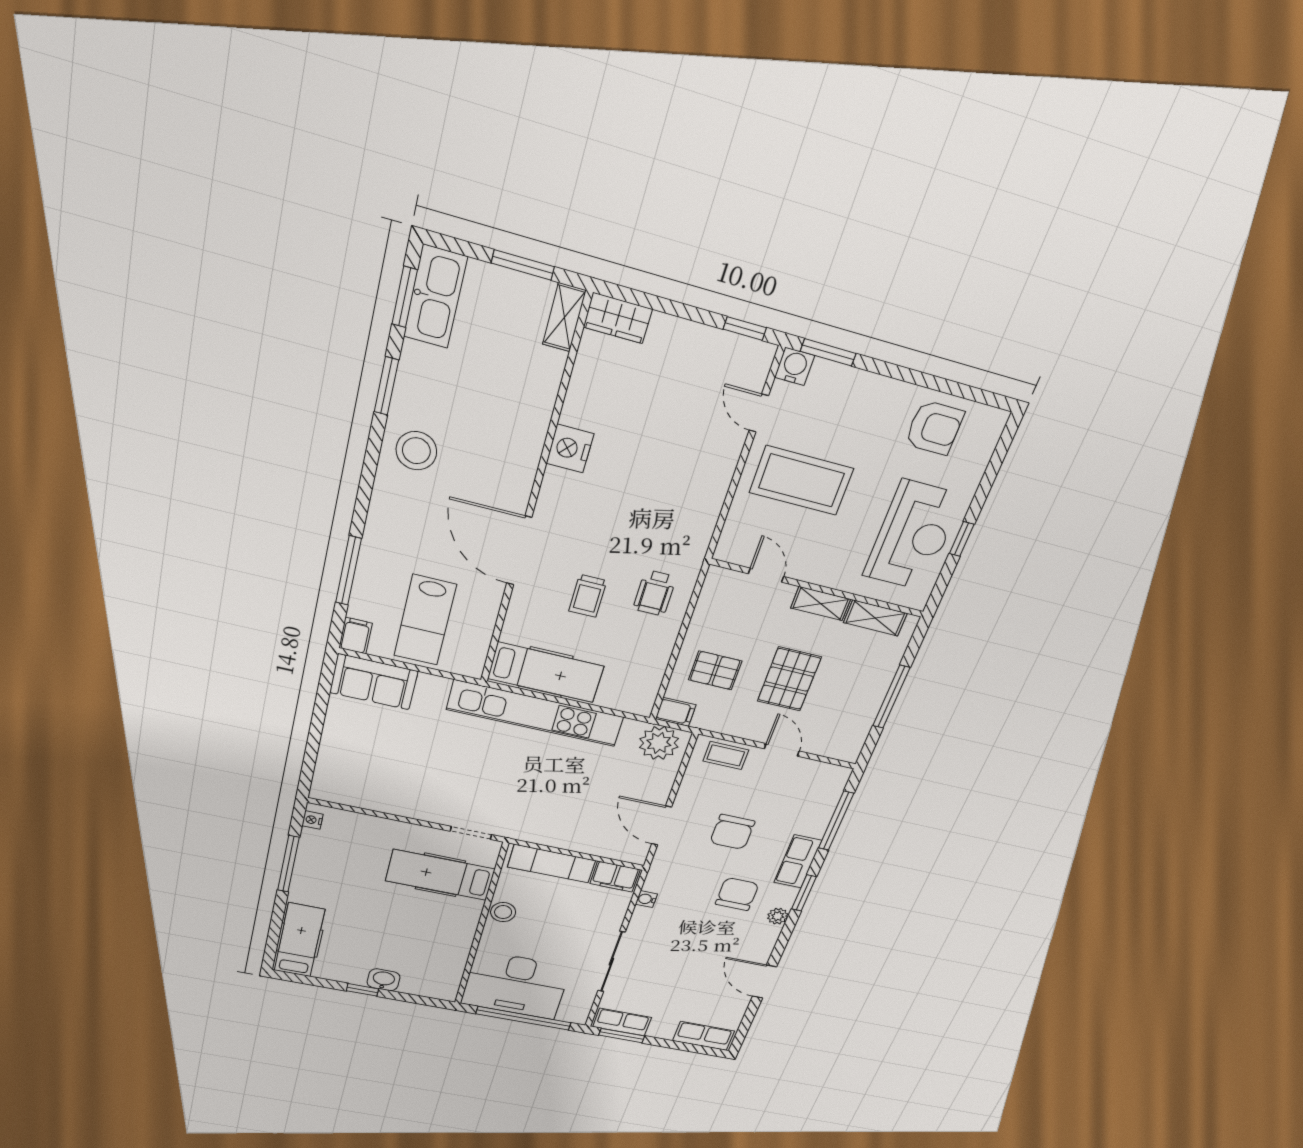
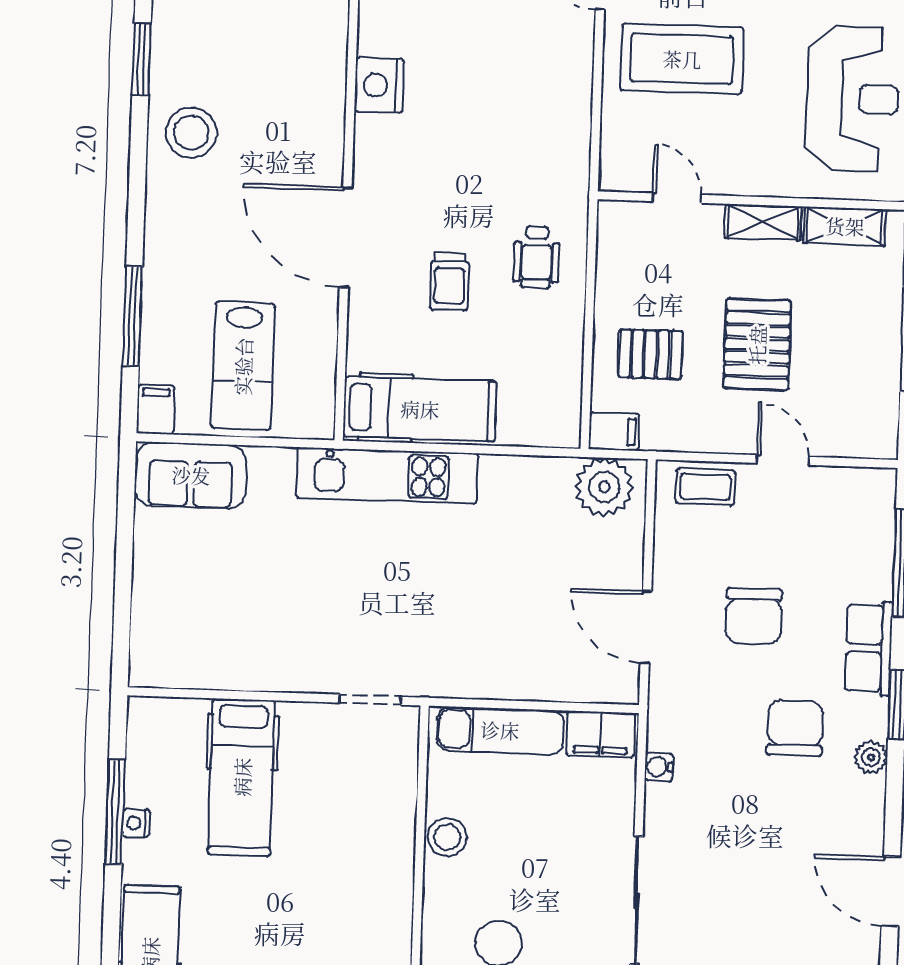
kitchen unit: (535, 713) -> (387, 476), width x0.73
nightstand: (312, 820) -> (136, 823), moved
hospital bed: (440, 875) -> (242, 777), moved, turned -90

